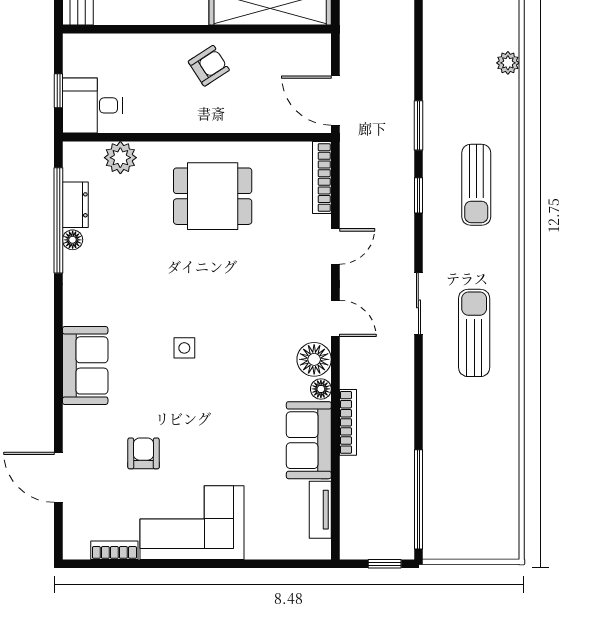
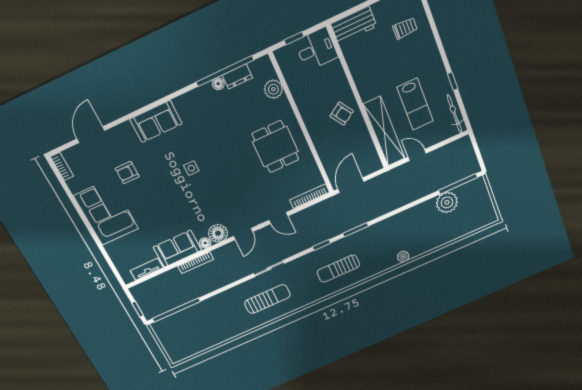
desk: (92, 105) -> (316, 49), moved, turned 90
armchair: (144, 453) -> (127, 173), turned 180
bookcase: (114, 550) -> (62, 166), moved

